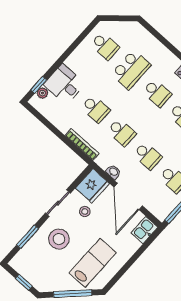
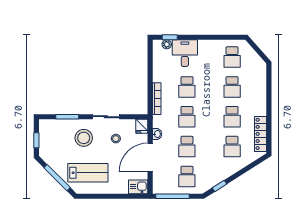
school desk: (131, 70) -> (232, 87), width x0.54
fridge: (92, 186) -> (142, 126), width x0.53, depth x0.75

